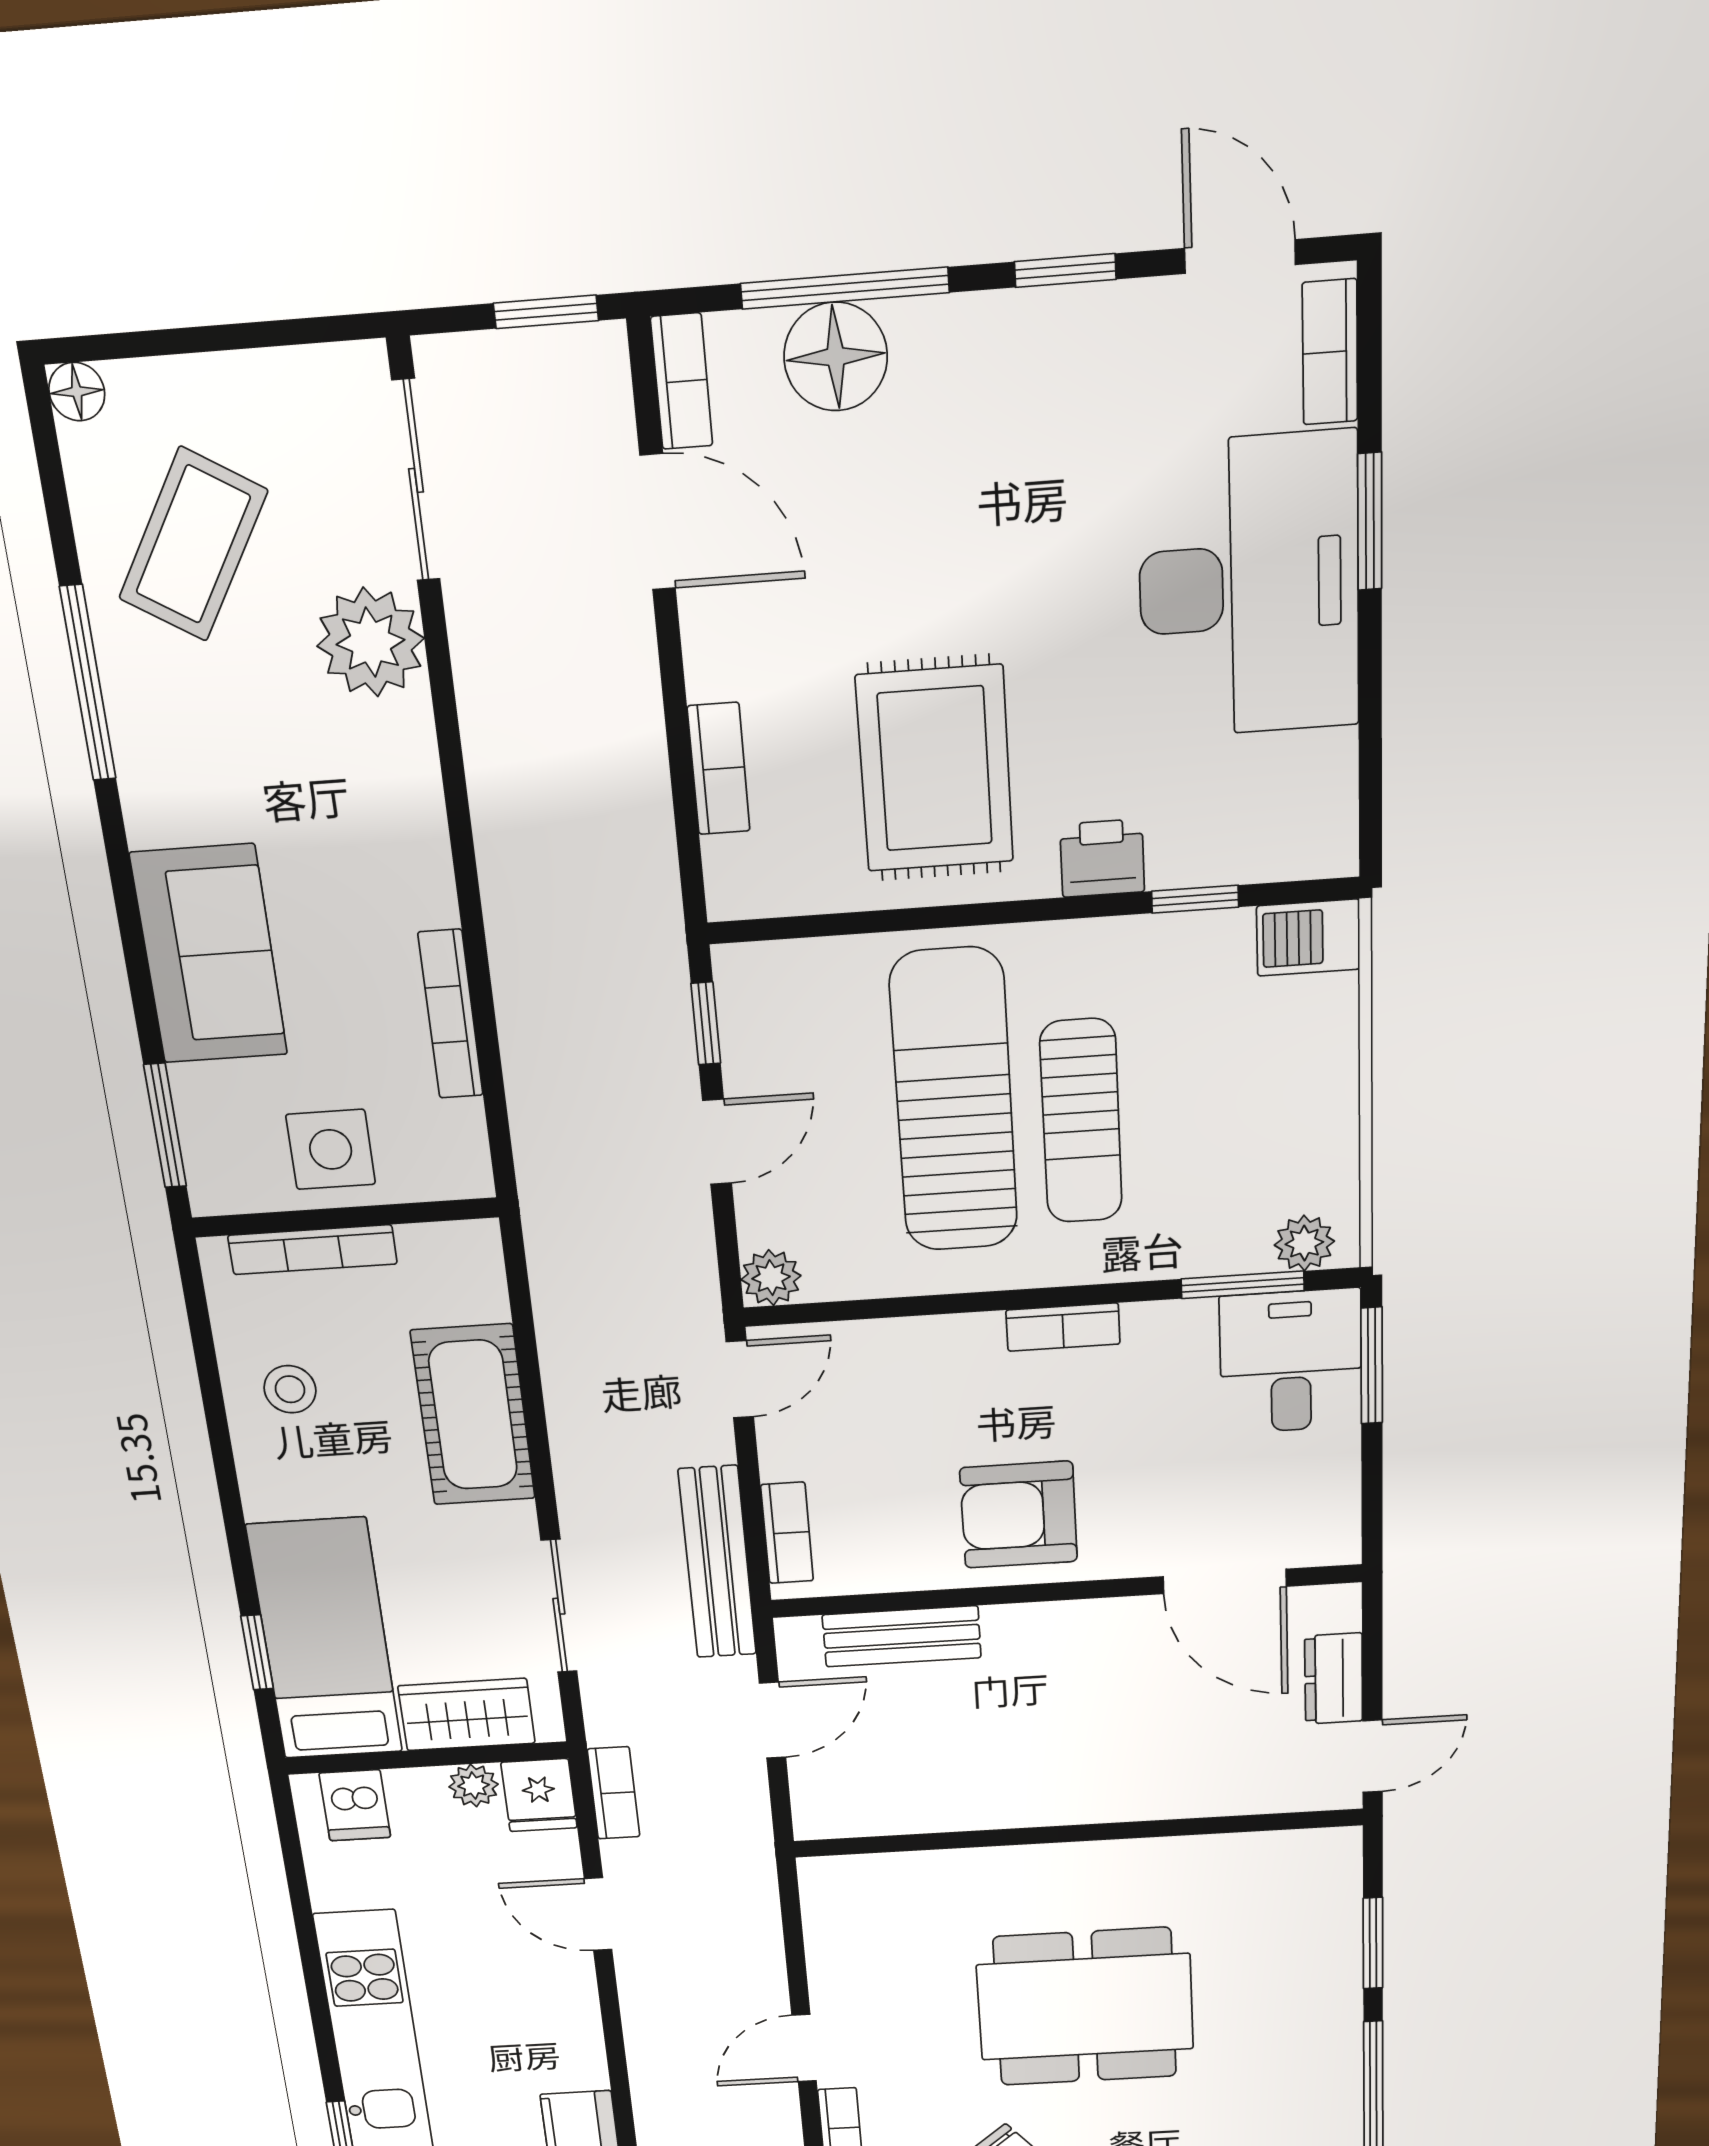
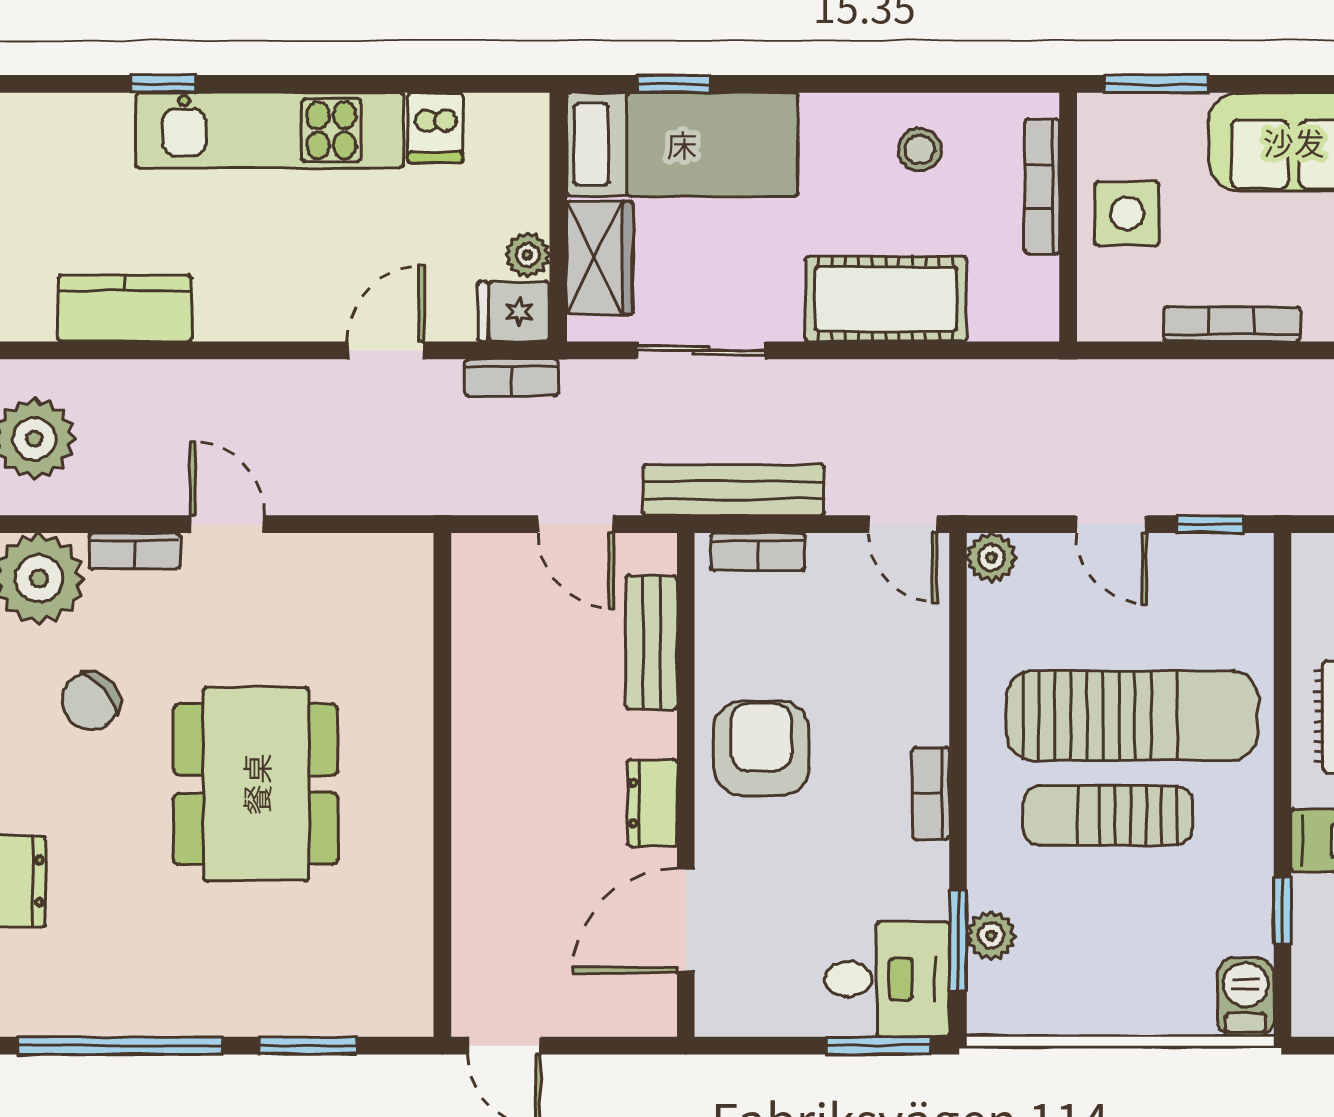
plant: (1304, 1243) -> (991, 935), moved
dresser: (1334, 1679) -> (652, 803), moved, turned -90
dishwasher: (355, 1805) -> (435, 128), moved, turned -90

